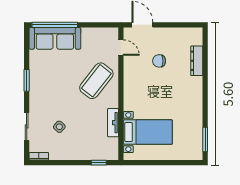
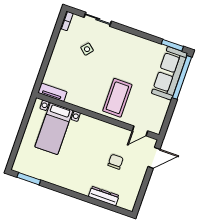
window: (27, 80) -> (172, 45), moved
coffee table: (96, 81) -> (117, 98), turned 52
tv unit: (113, 123) -> (52, 92), moved
window: (99, 163) -> (42, 74), removed

